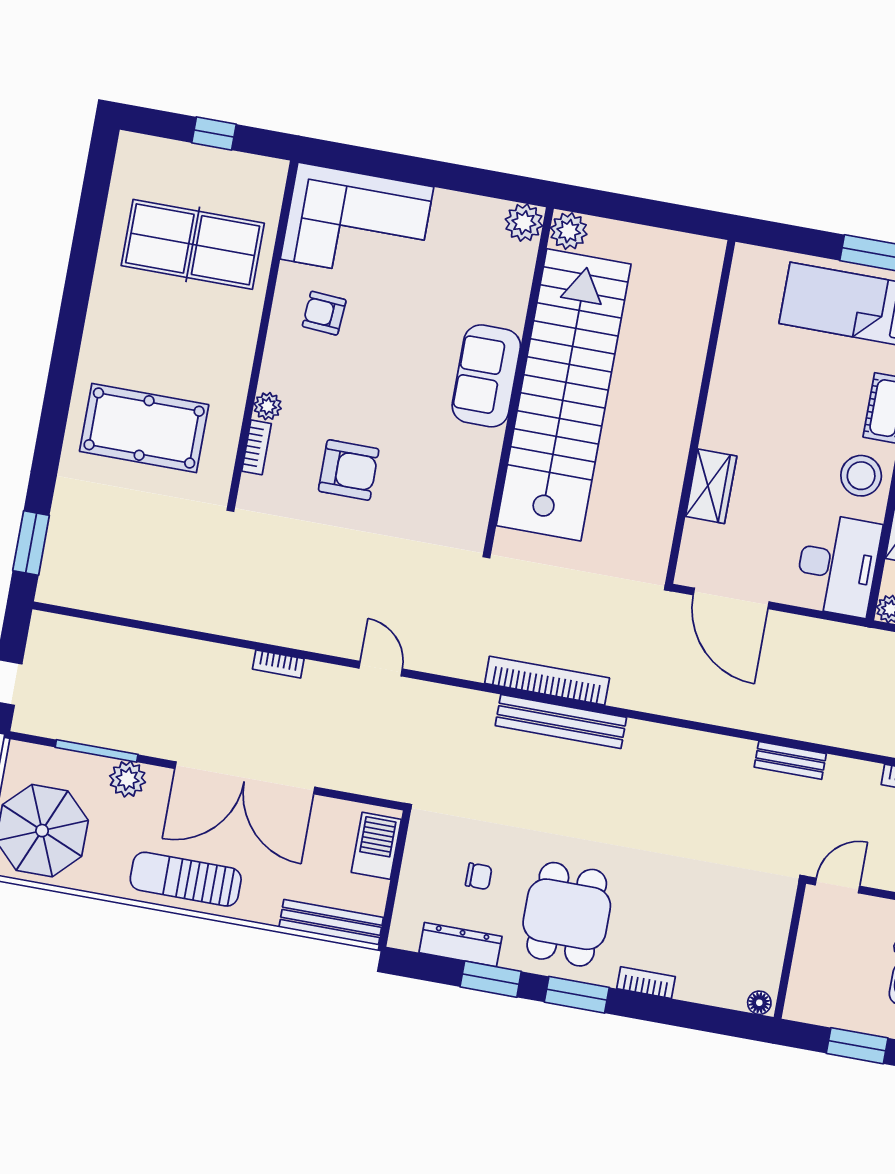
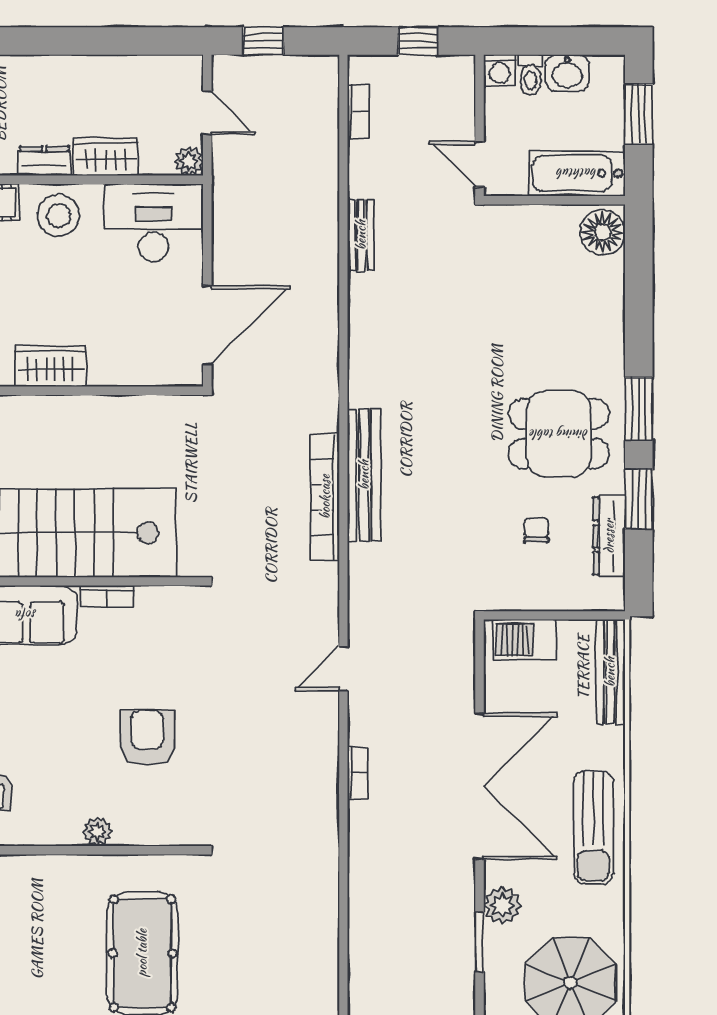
bookcase: (257, 447) -> (107, 596), moved, turned 180
wardrobe: (711, 486) -> (50, 366), moved
window: (97, 751) -> (479, 942), width x0.69
bathtub: (812, 977) -> (577, 173), added
bookcase: (646, 983) -> (614, 341), removed
floor lamp: (759, 1003) -> (602, 232), width x1.89, depth x1.89

